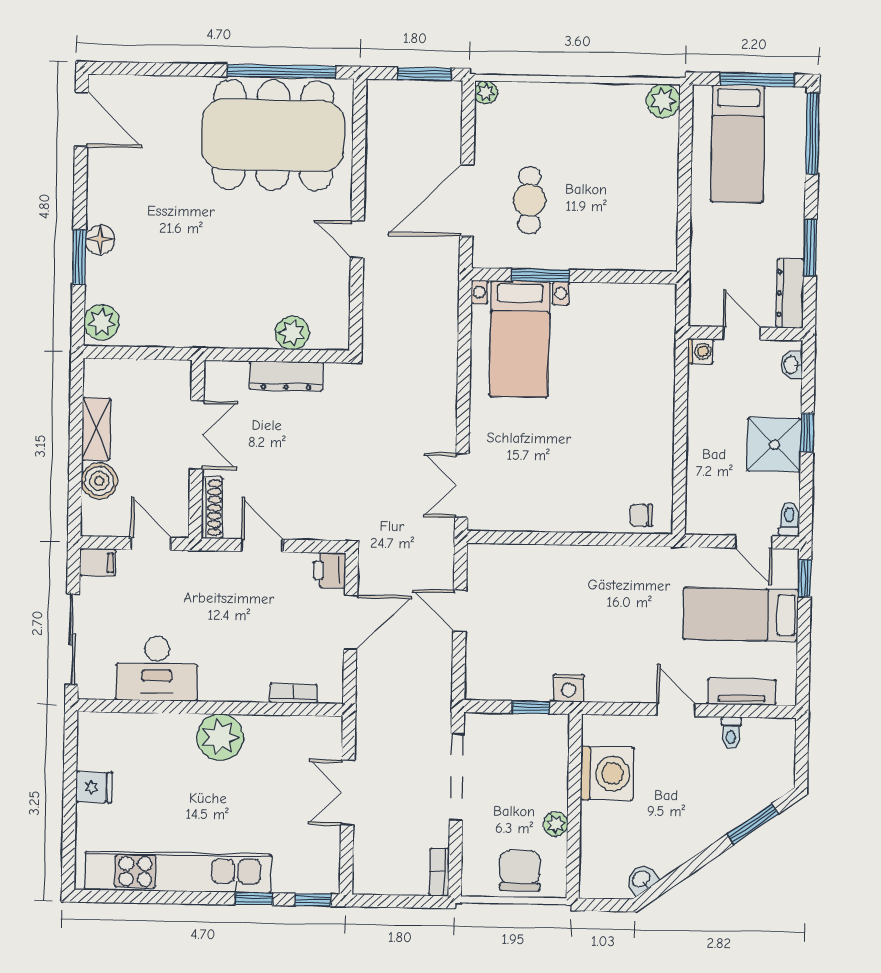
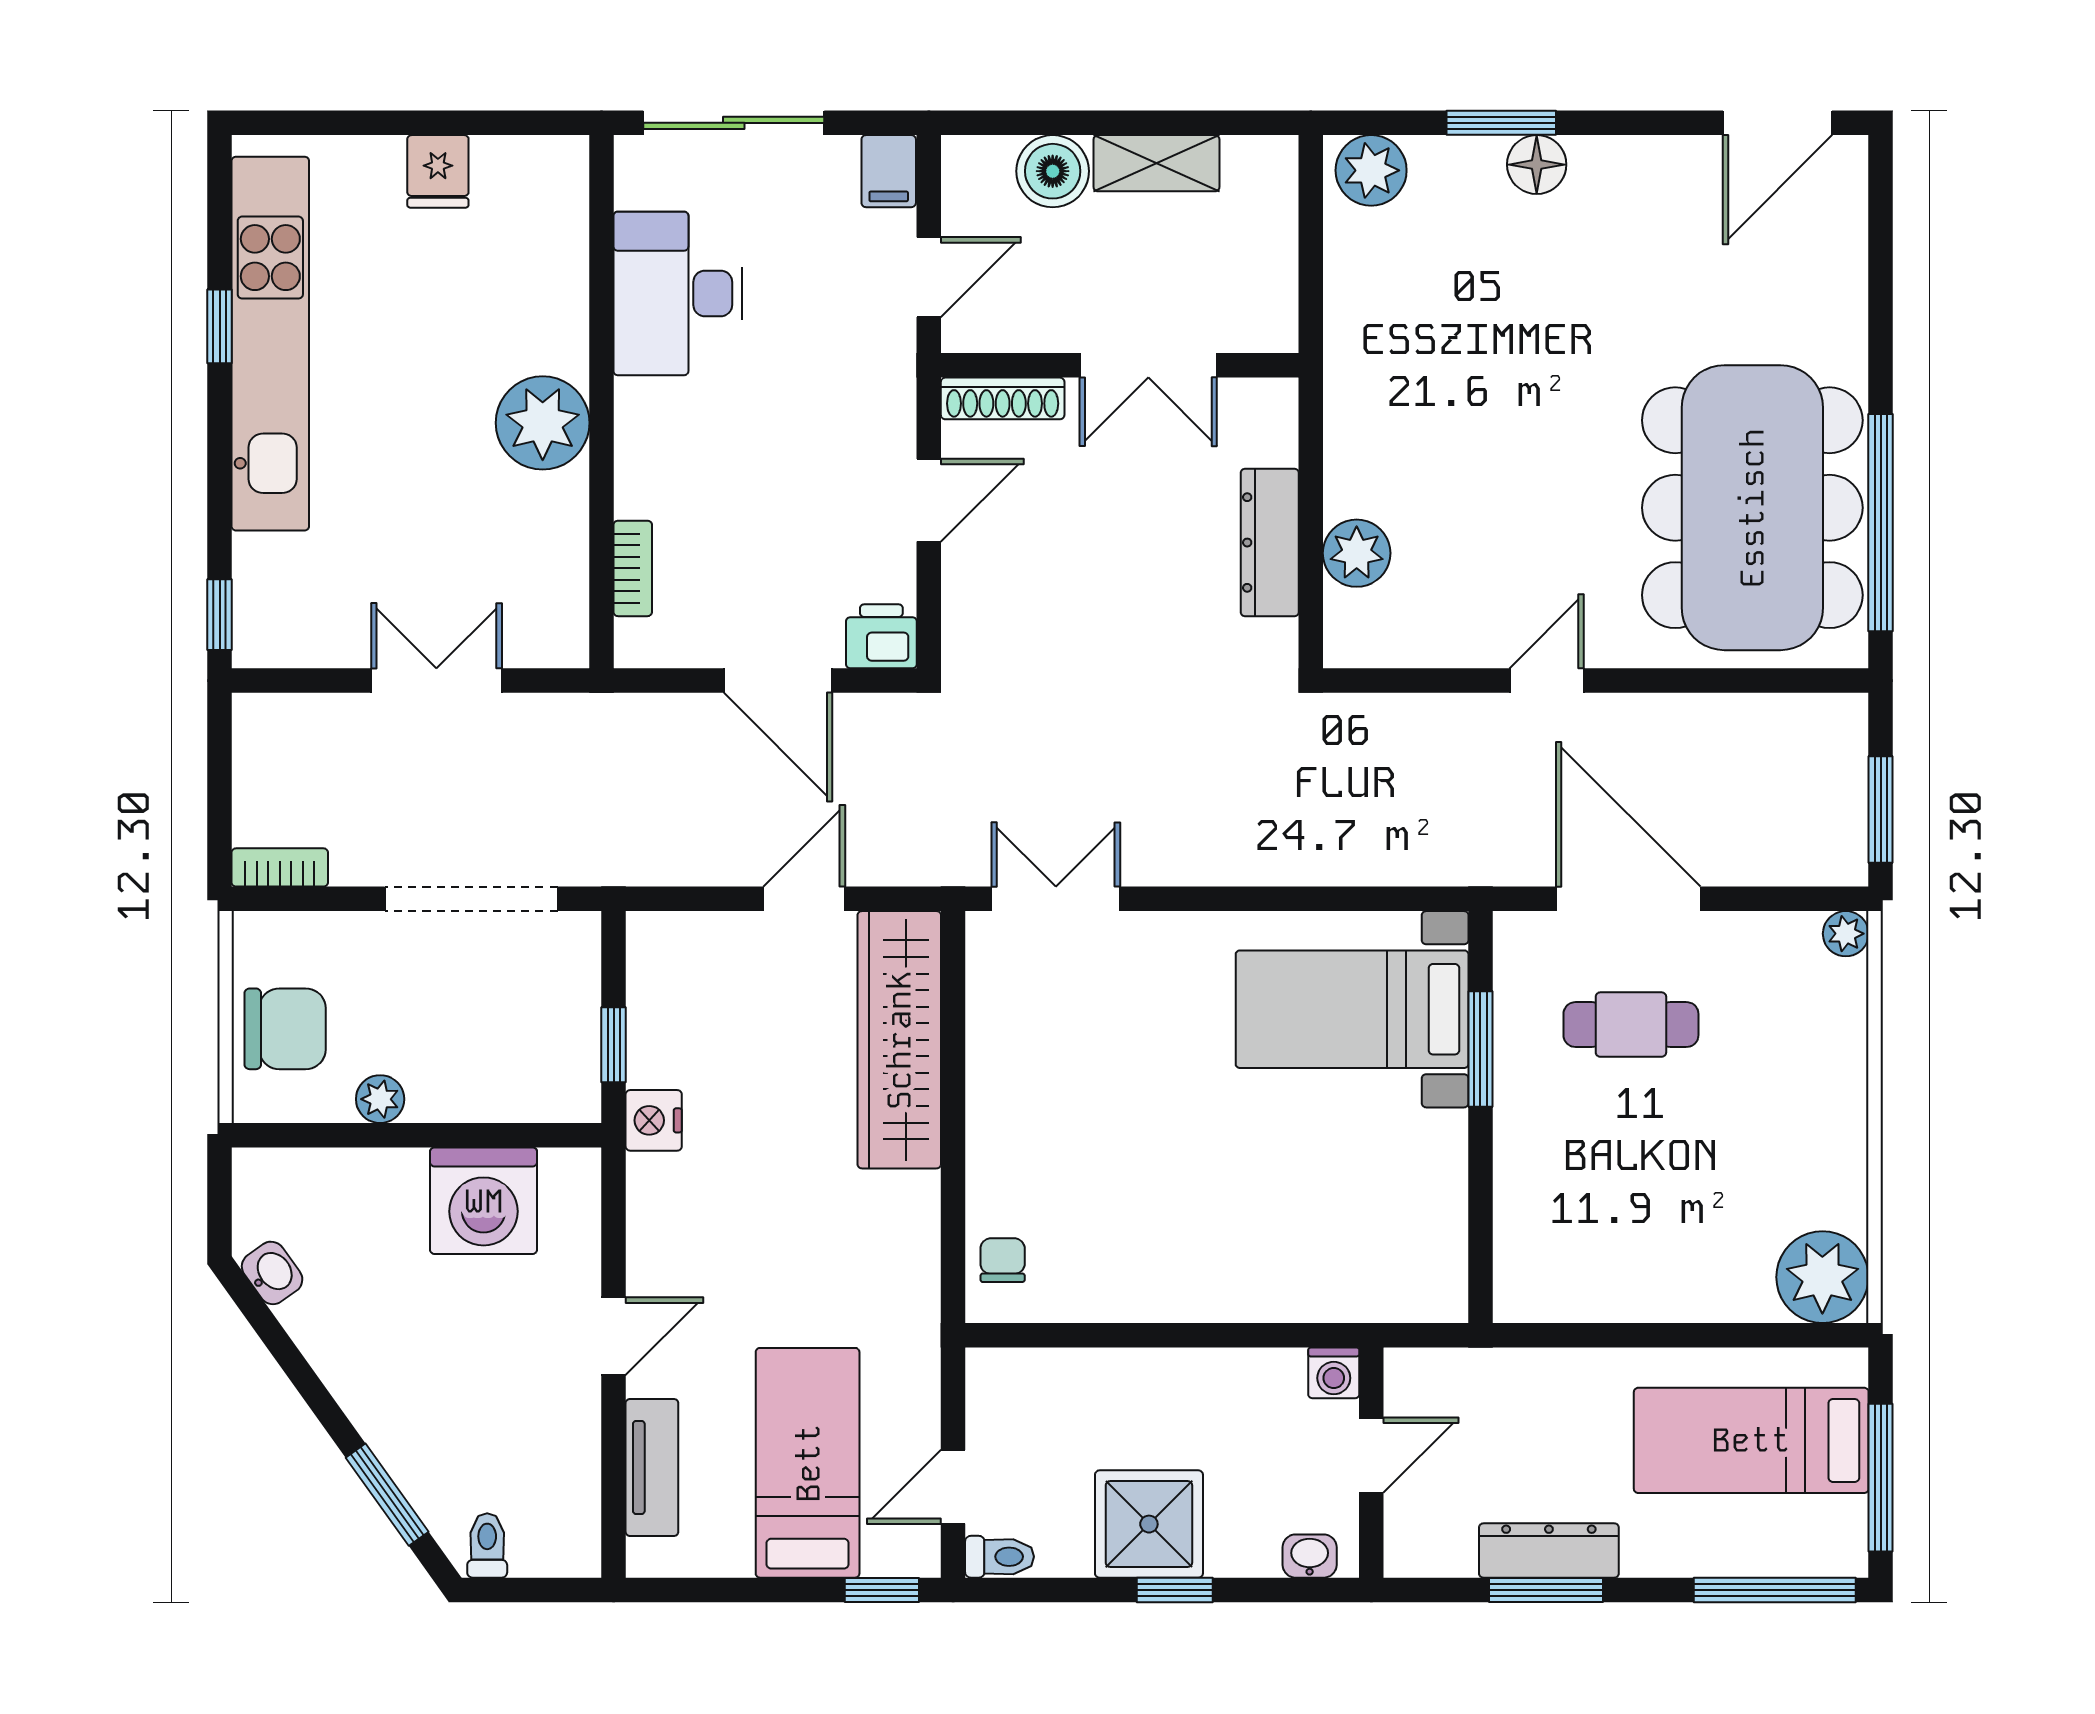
plant: (663, 101) -> (1822, 1277), width x1.36, depth x1.36
dresser: (790, 293) -> (1549, 1551), moved
wardrobe: (531, 565) -> (899, 1040), added
toilet: (731, 733) -> (487, 1546), moved, turned 90
window: (254, 899) -> (220, 326), moved

